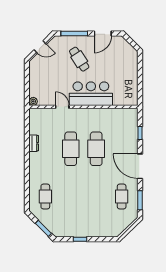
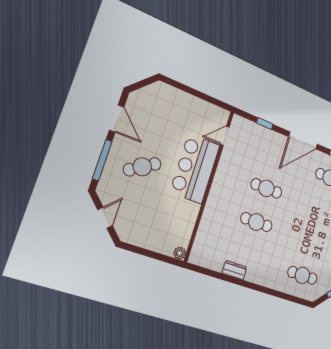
door: (62, 107) -> (225, 136), moved
cafe table: (71, 149) -> (256, 222), width x0.73, depth x0.74
cafe table: (96, 149) -> (266, 188), width x0.73, depth x0.74

